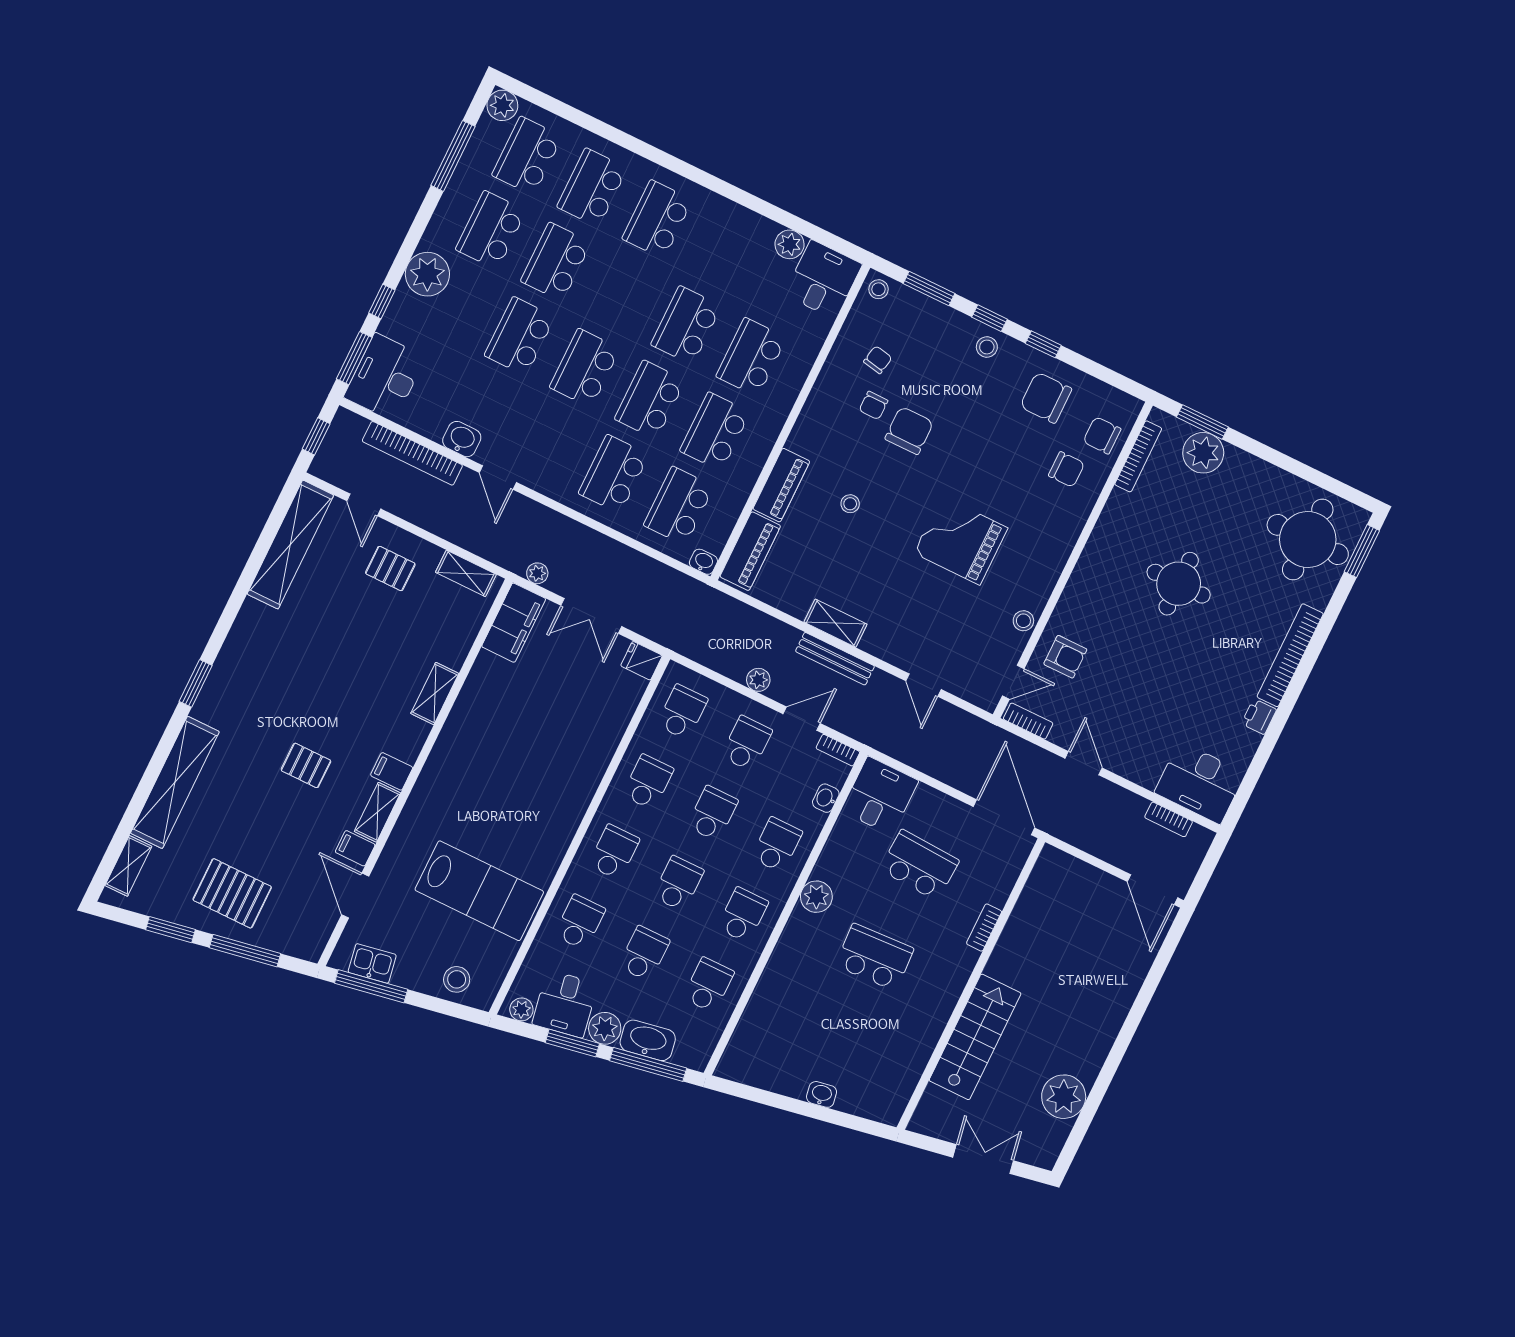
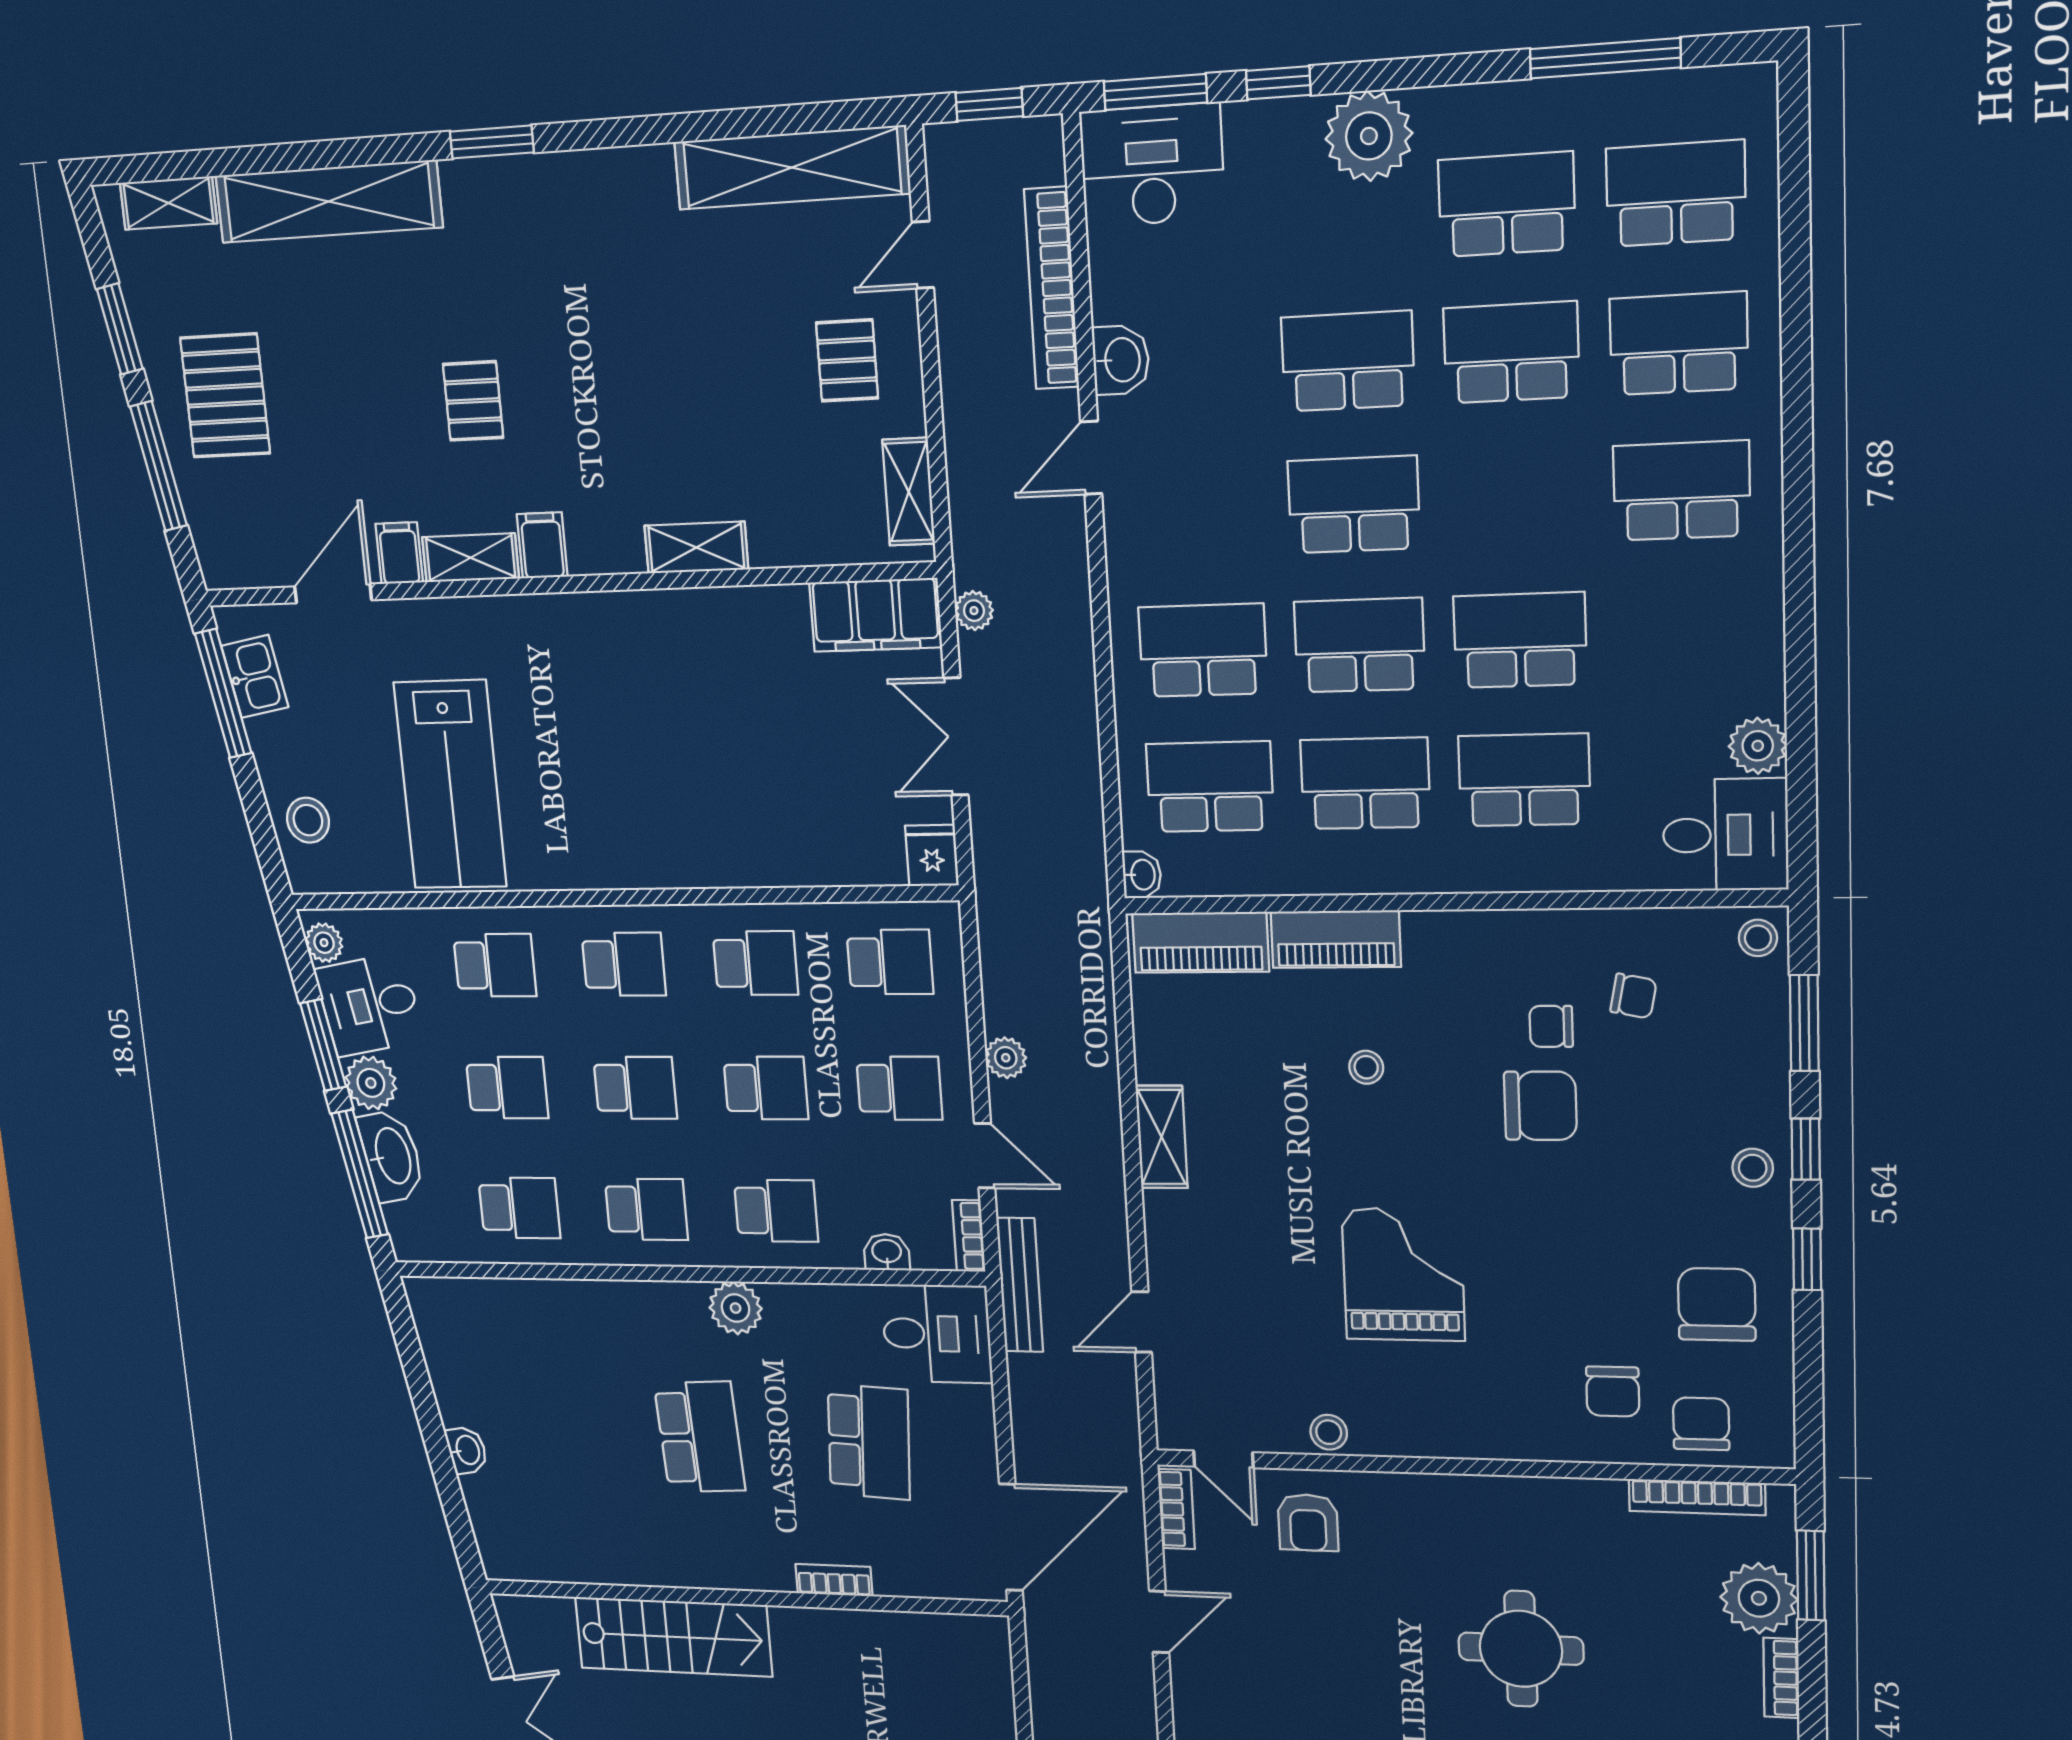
plant: (502, 105) -> (1746, 95), removed
bookcase: (1249, 463) -> (1781, 1678), added
bench: (835, 659) -> (1020, 1285), moved

